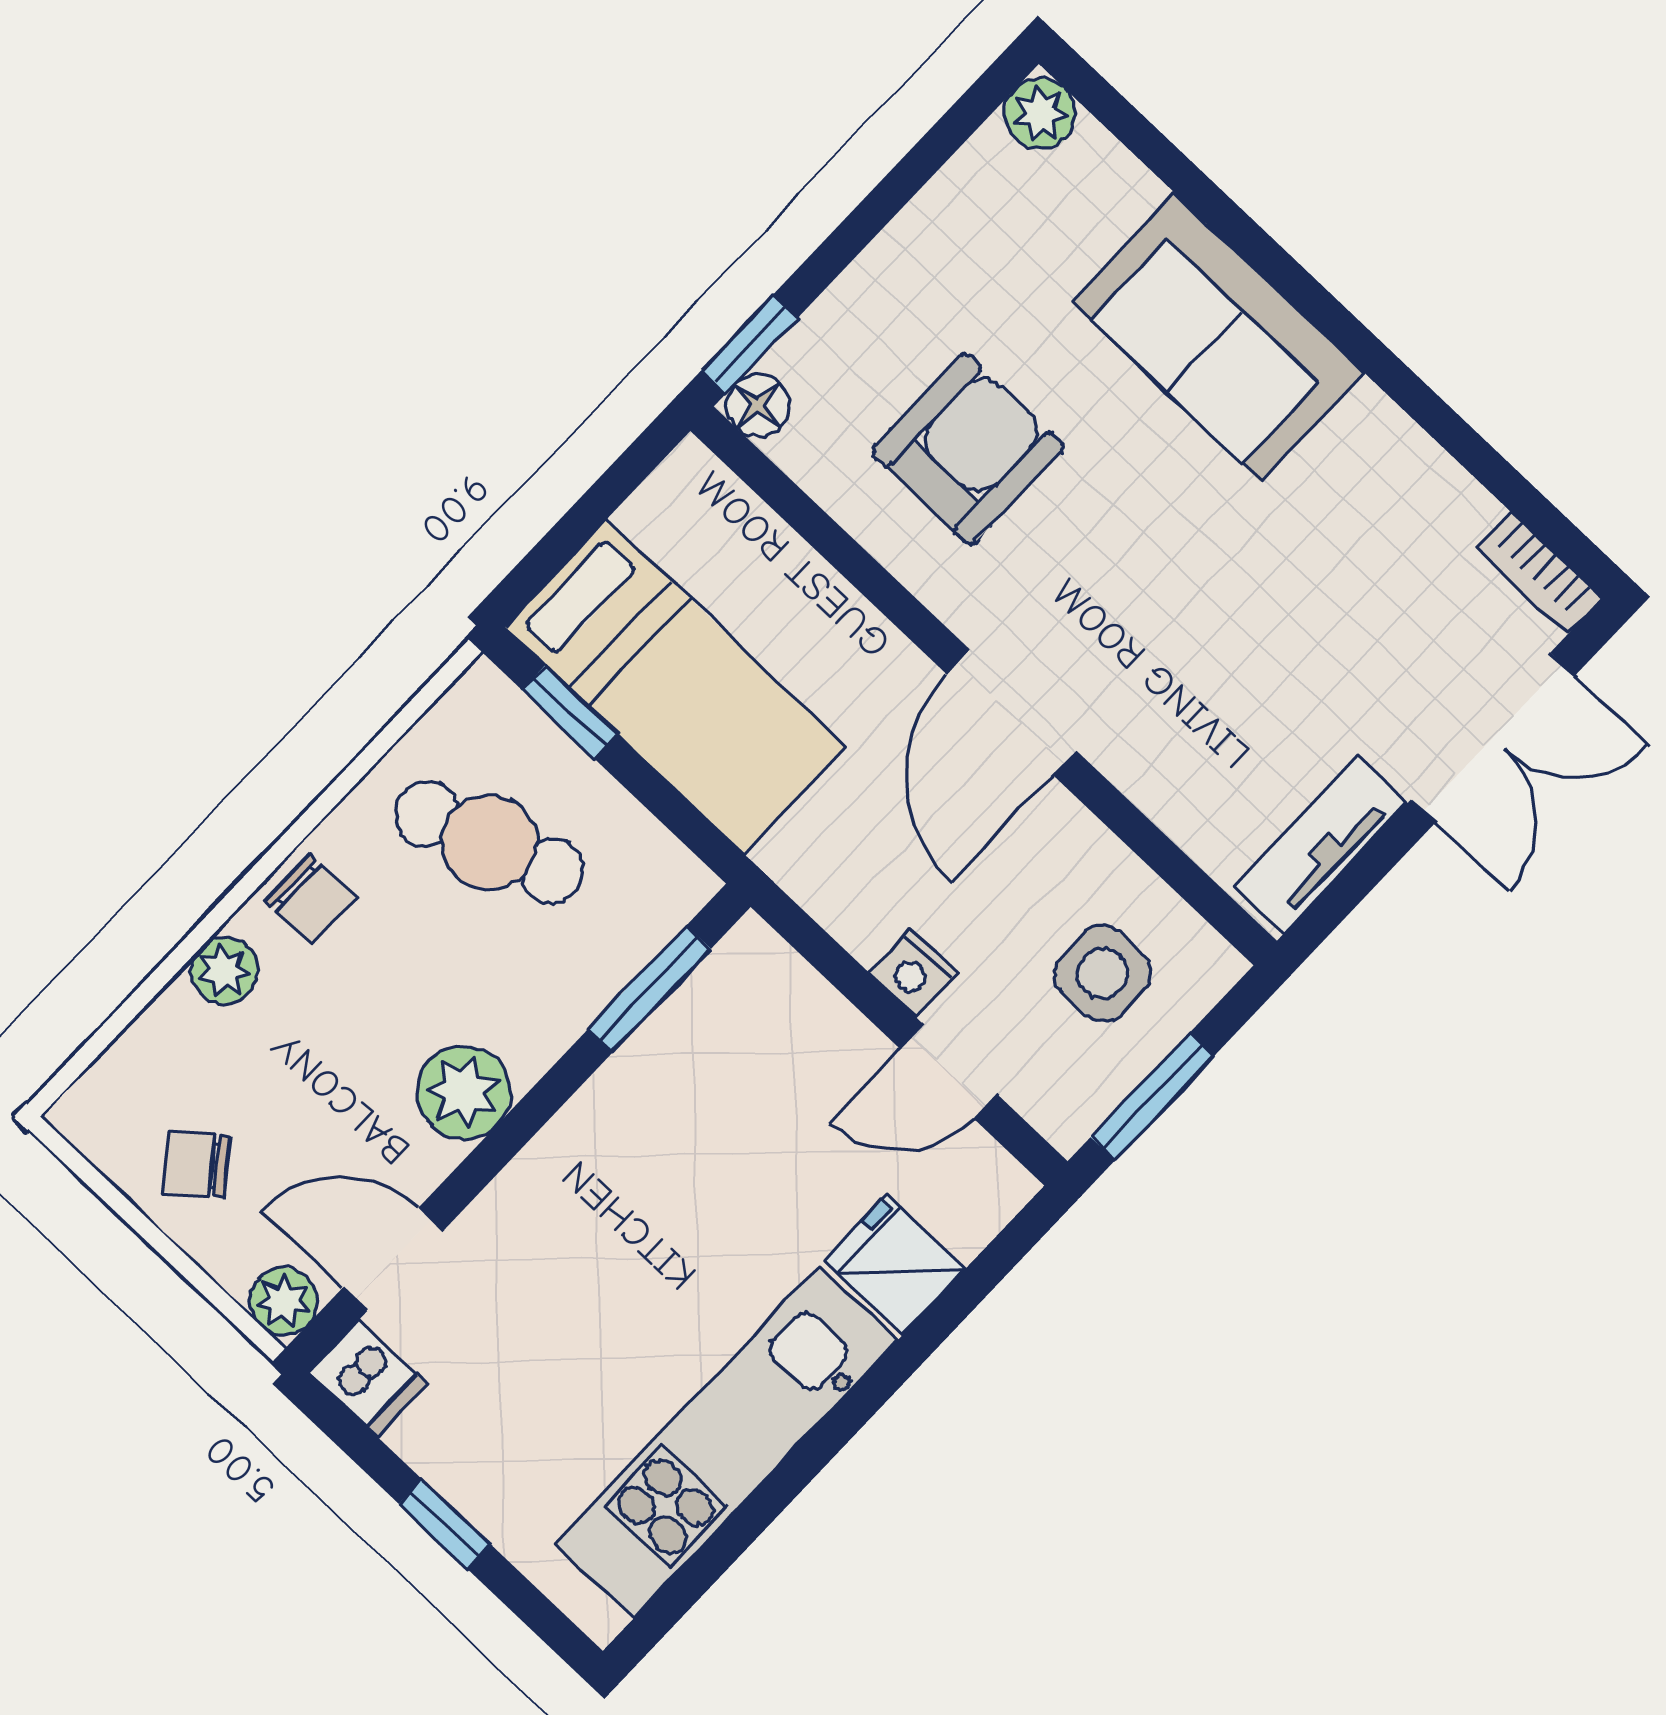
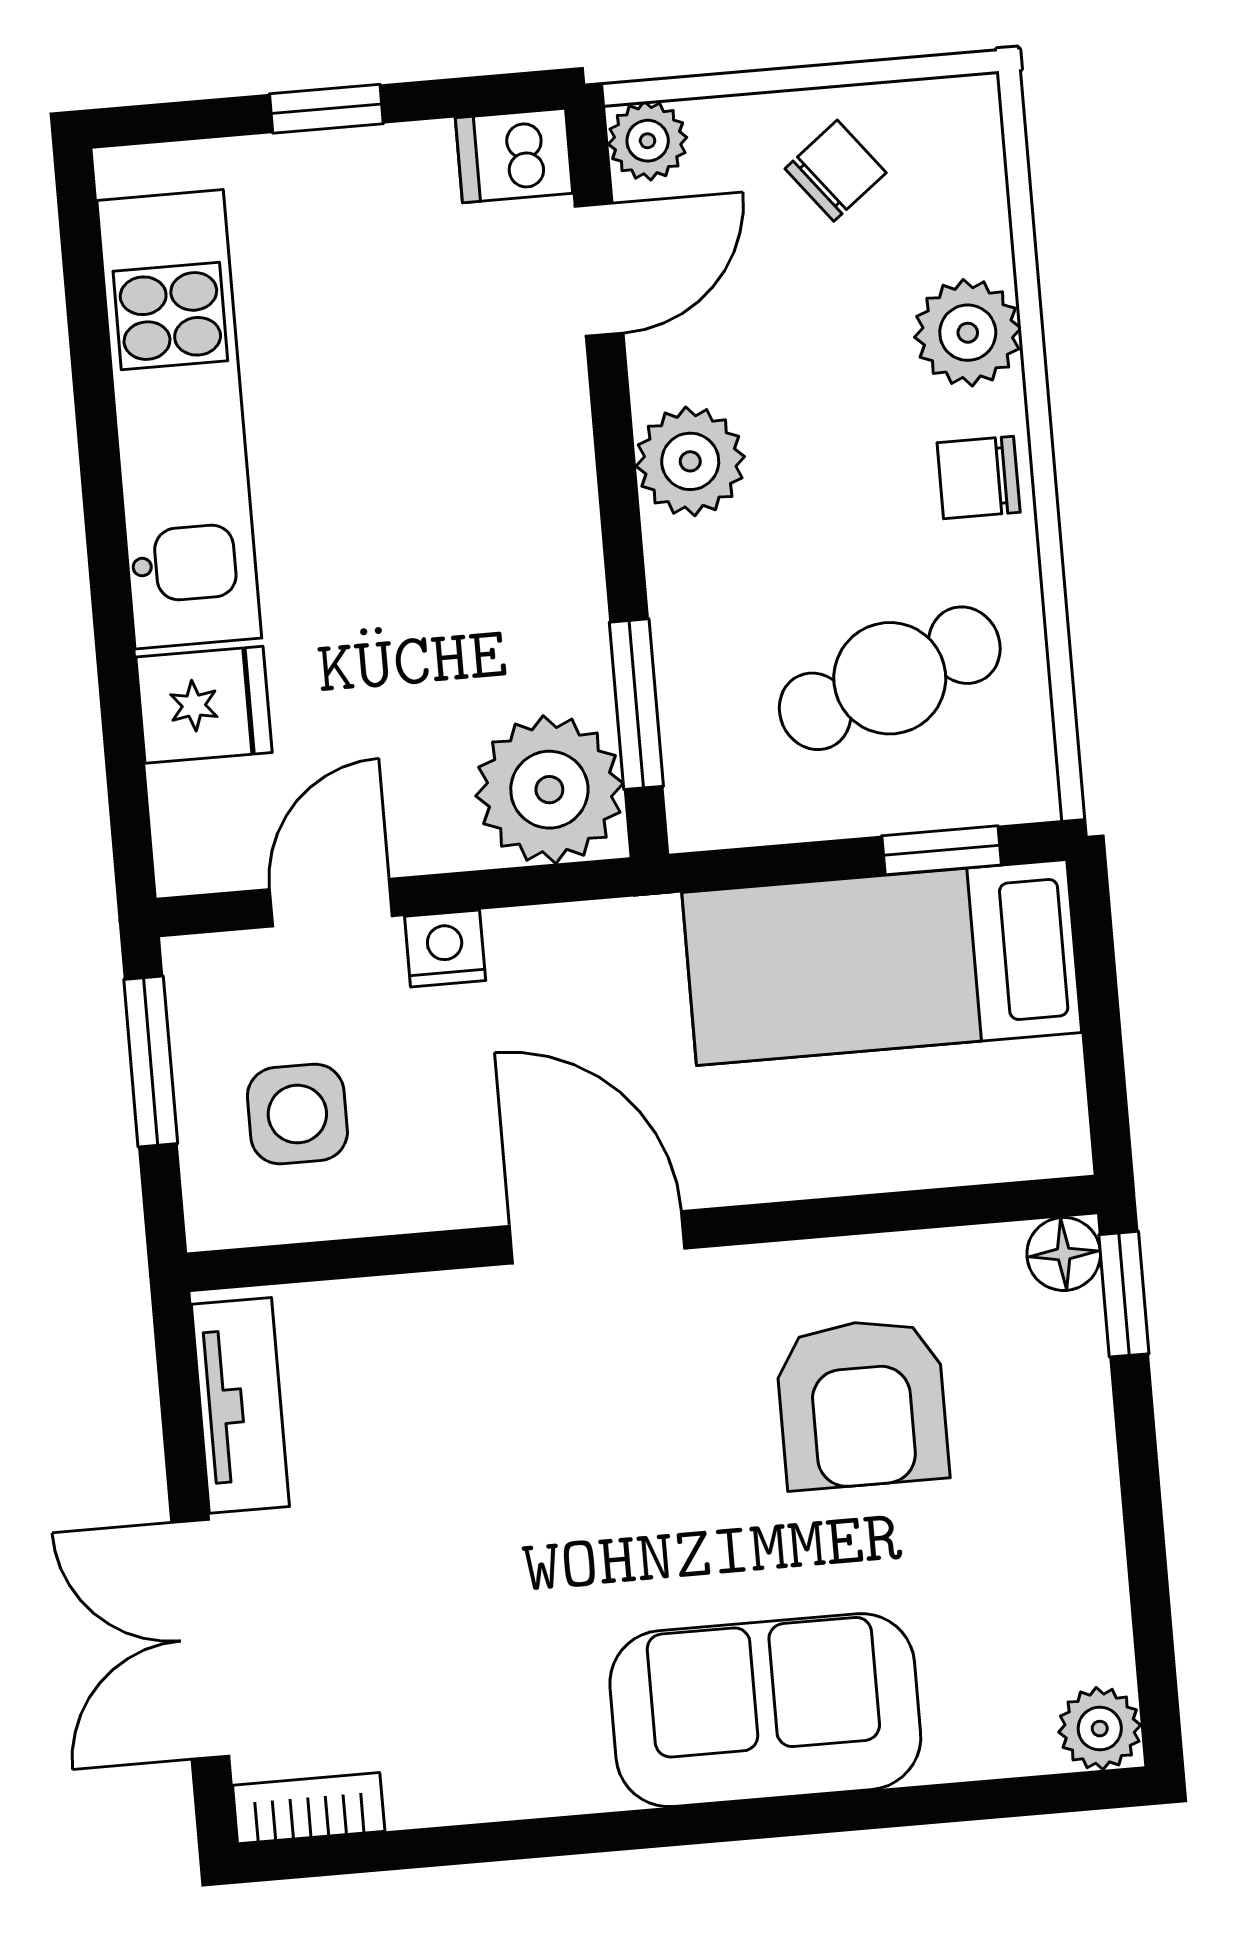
plant: (224, 971) -> (968, 333), width x1.38, depth x1.38
plant: (753, 996) -> (549, 790), added

